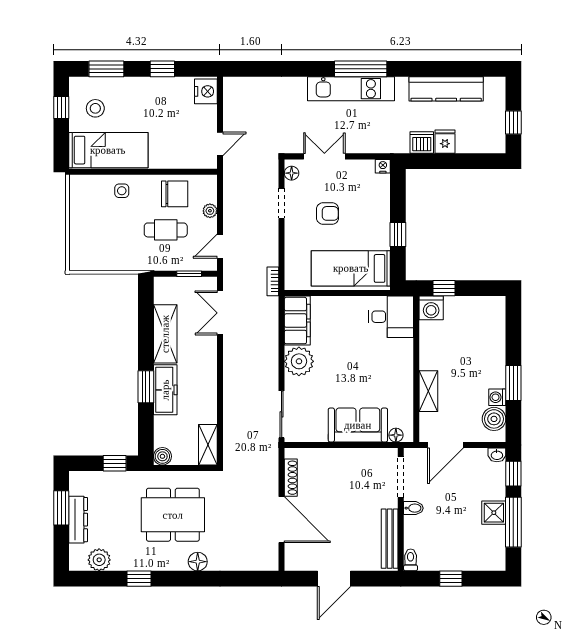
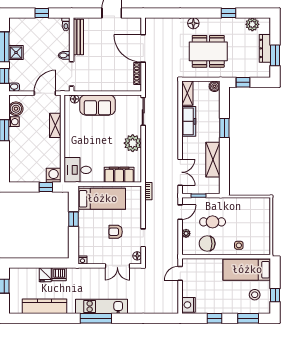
filing cabinet: (297, 321) -> (119, 175), moved, turned 90
freezer: (165, 390) -> (189, 121), moved, turned 180

